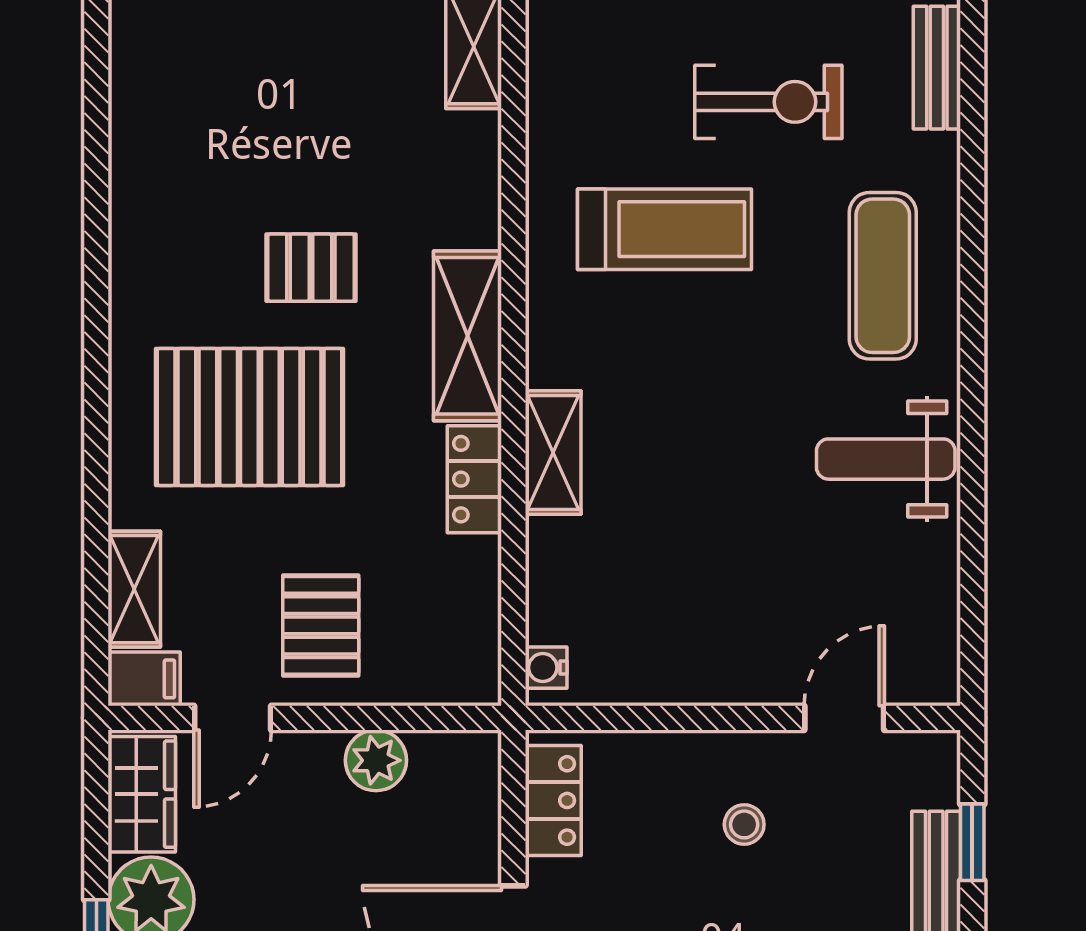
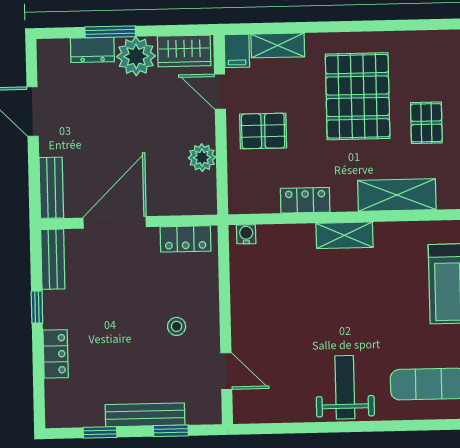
locker: (474, 479) -> (305, 200), moved

